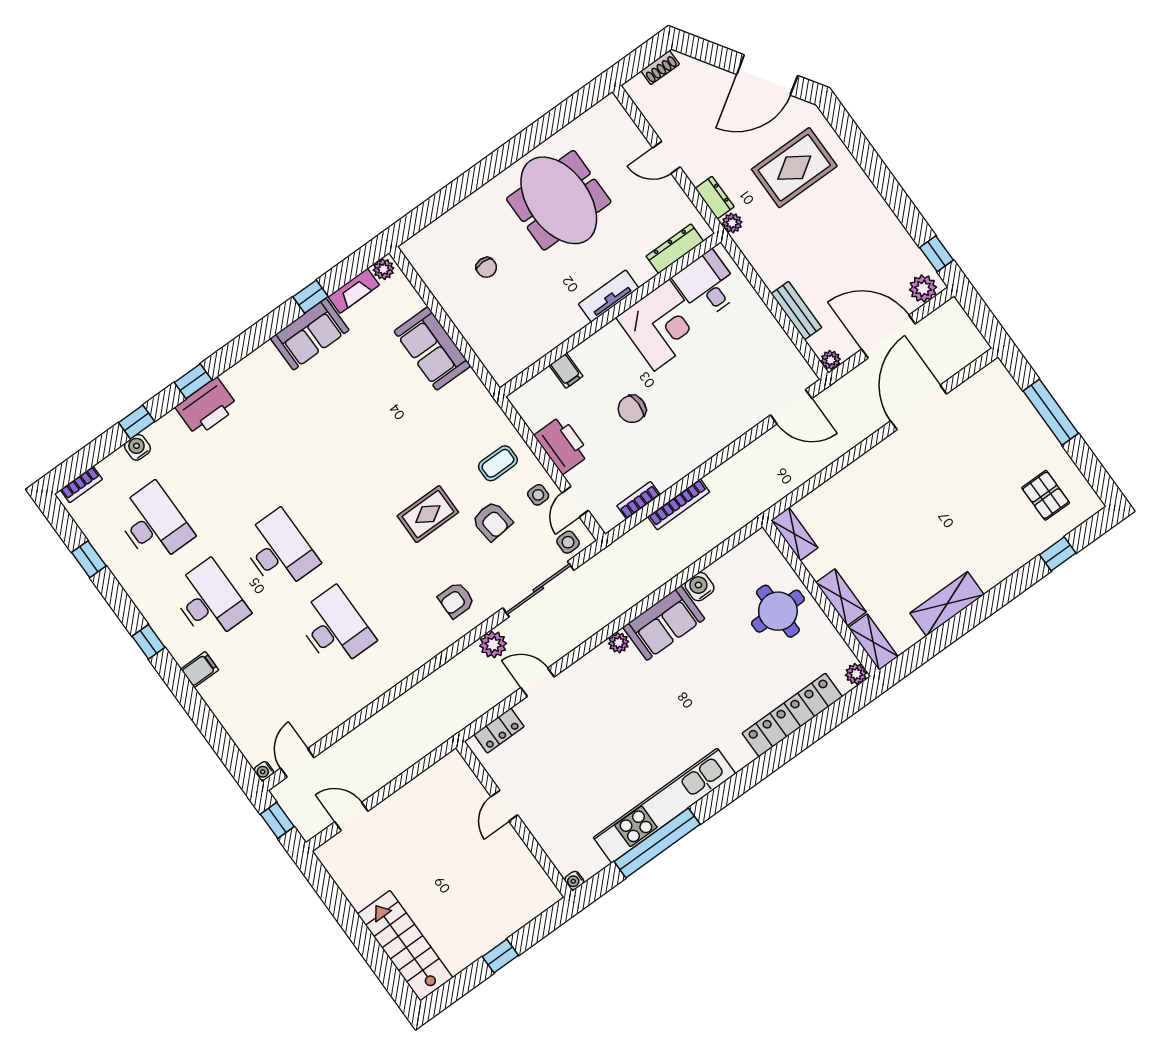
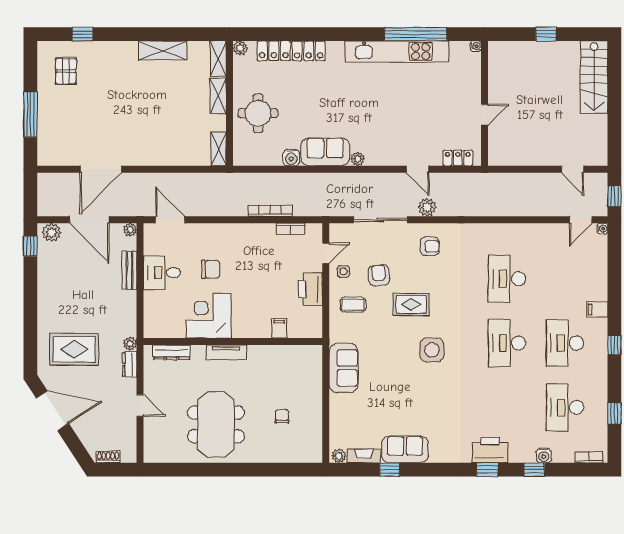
desk: (707, 285) -> (162, 273), moved, turned 90
sofa: (432, 349) -> (344, 368), moved
chair: (632, 409) -> (211, 269), moved
side table: (568, 542) -> (432, 350), moved, width x1.87, depth x1.87

